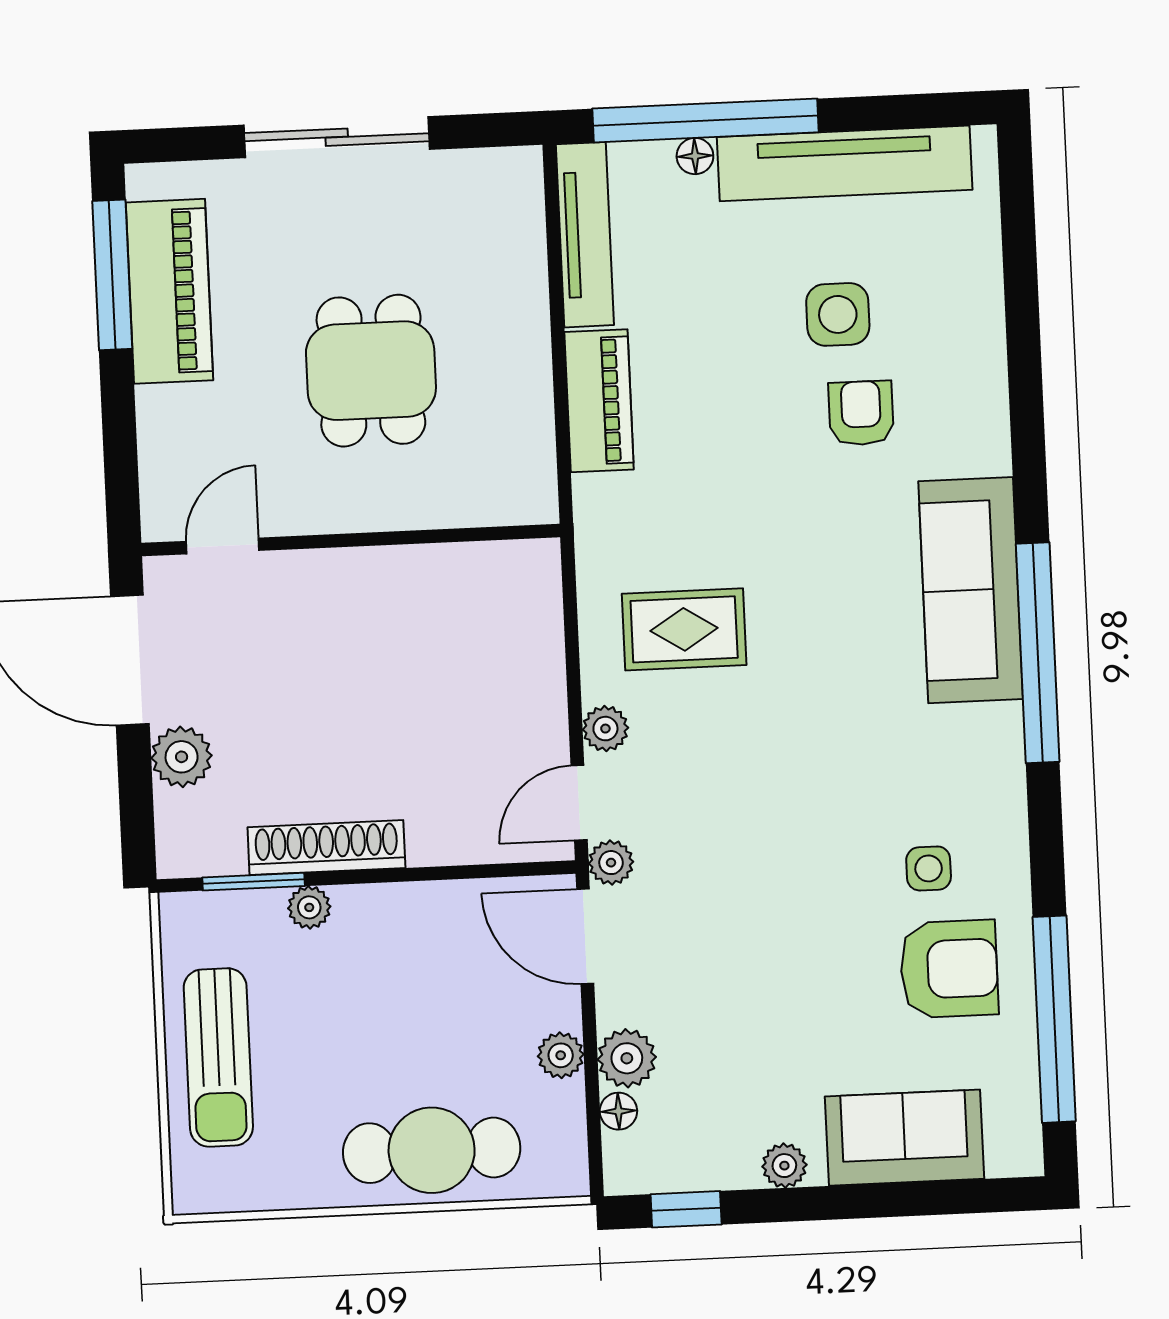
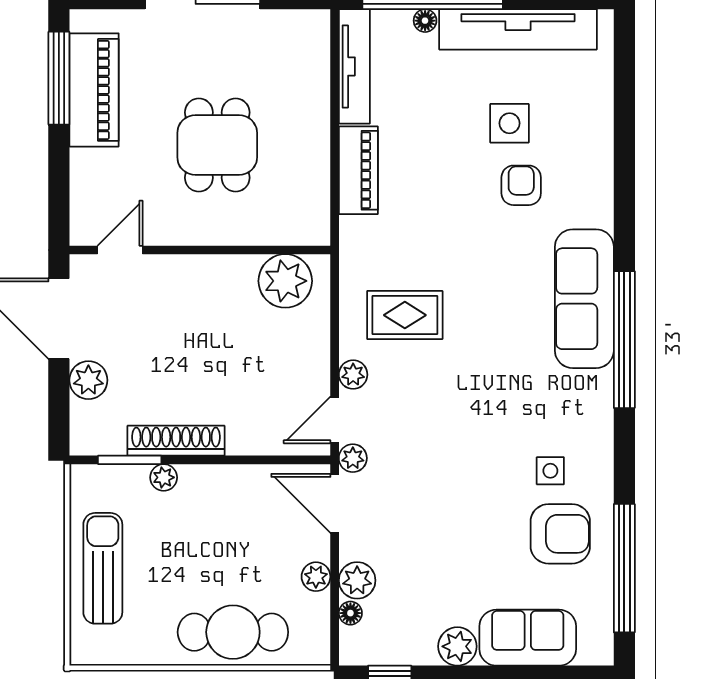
plant: (490, 584) -> (285, 281), added
sun lounger: (218, 1057) -> (103, 568), turned 180
plant: (784, 1166) -> (457, 646), width x1.38, depth x1.38

